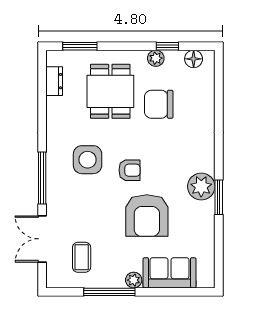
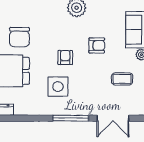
armchair: (147, 216) -> (97, 45), width x0.53, depth x0.53
coffee table: (82, 257) -> (122, 79), moved

